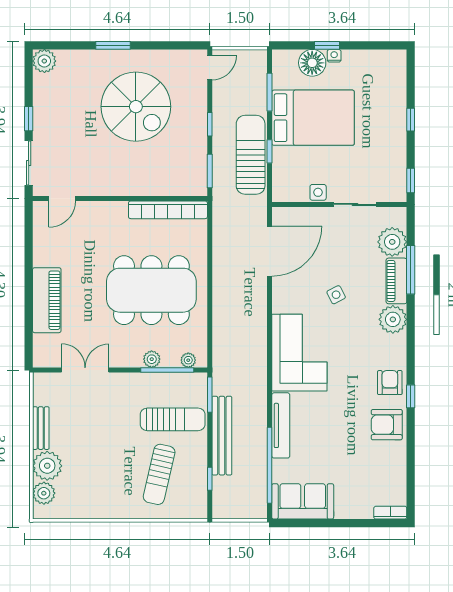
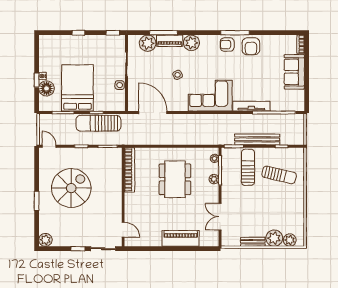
dining table: (151, 290) -> (175, 179), width x0.73, depth x0.80
window: (411, 396) -> (235, 33), width x2.17
sofa: (303, 501) -> (294, 72), moved

